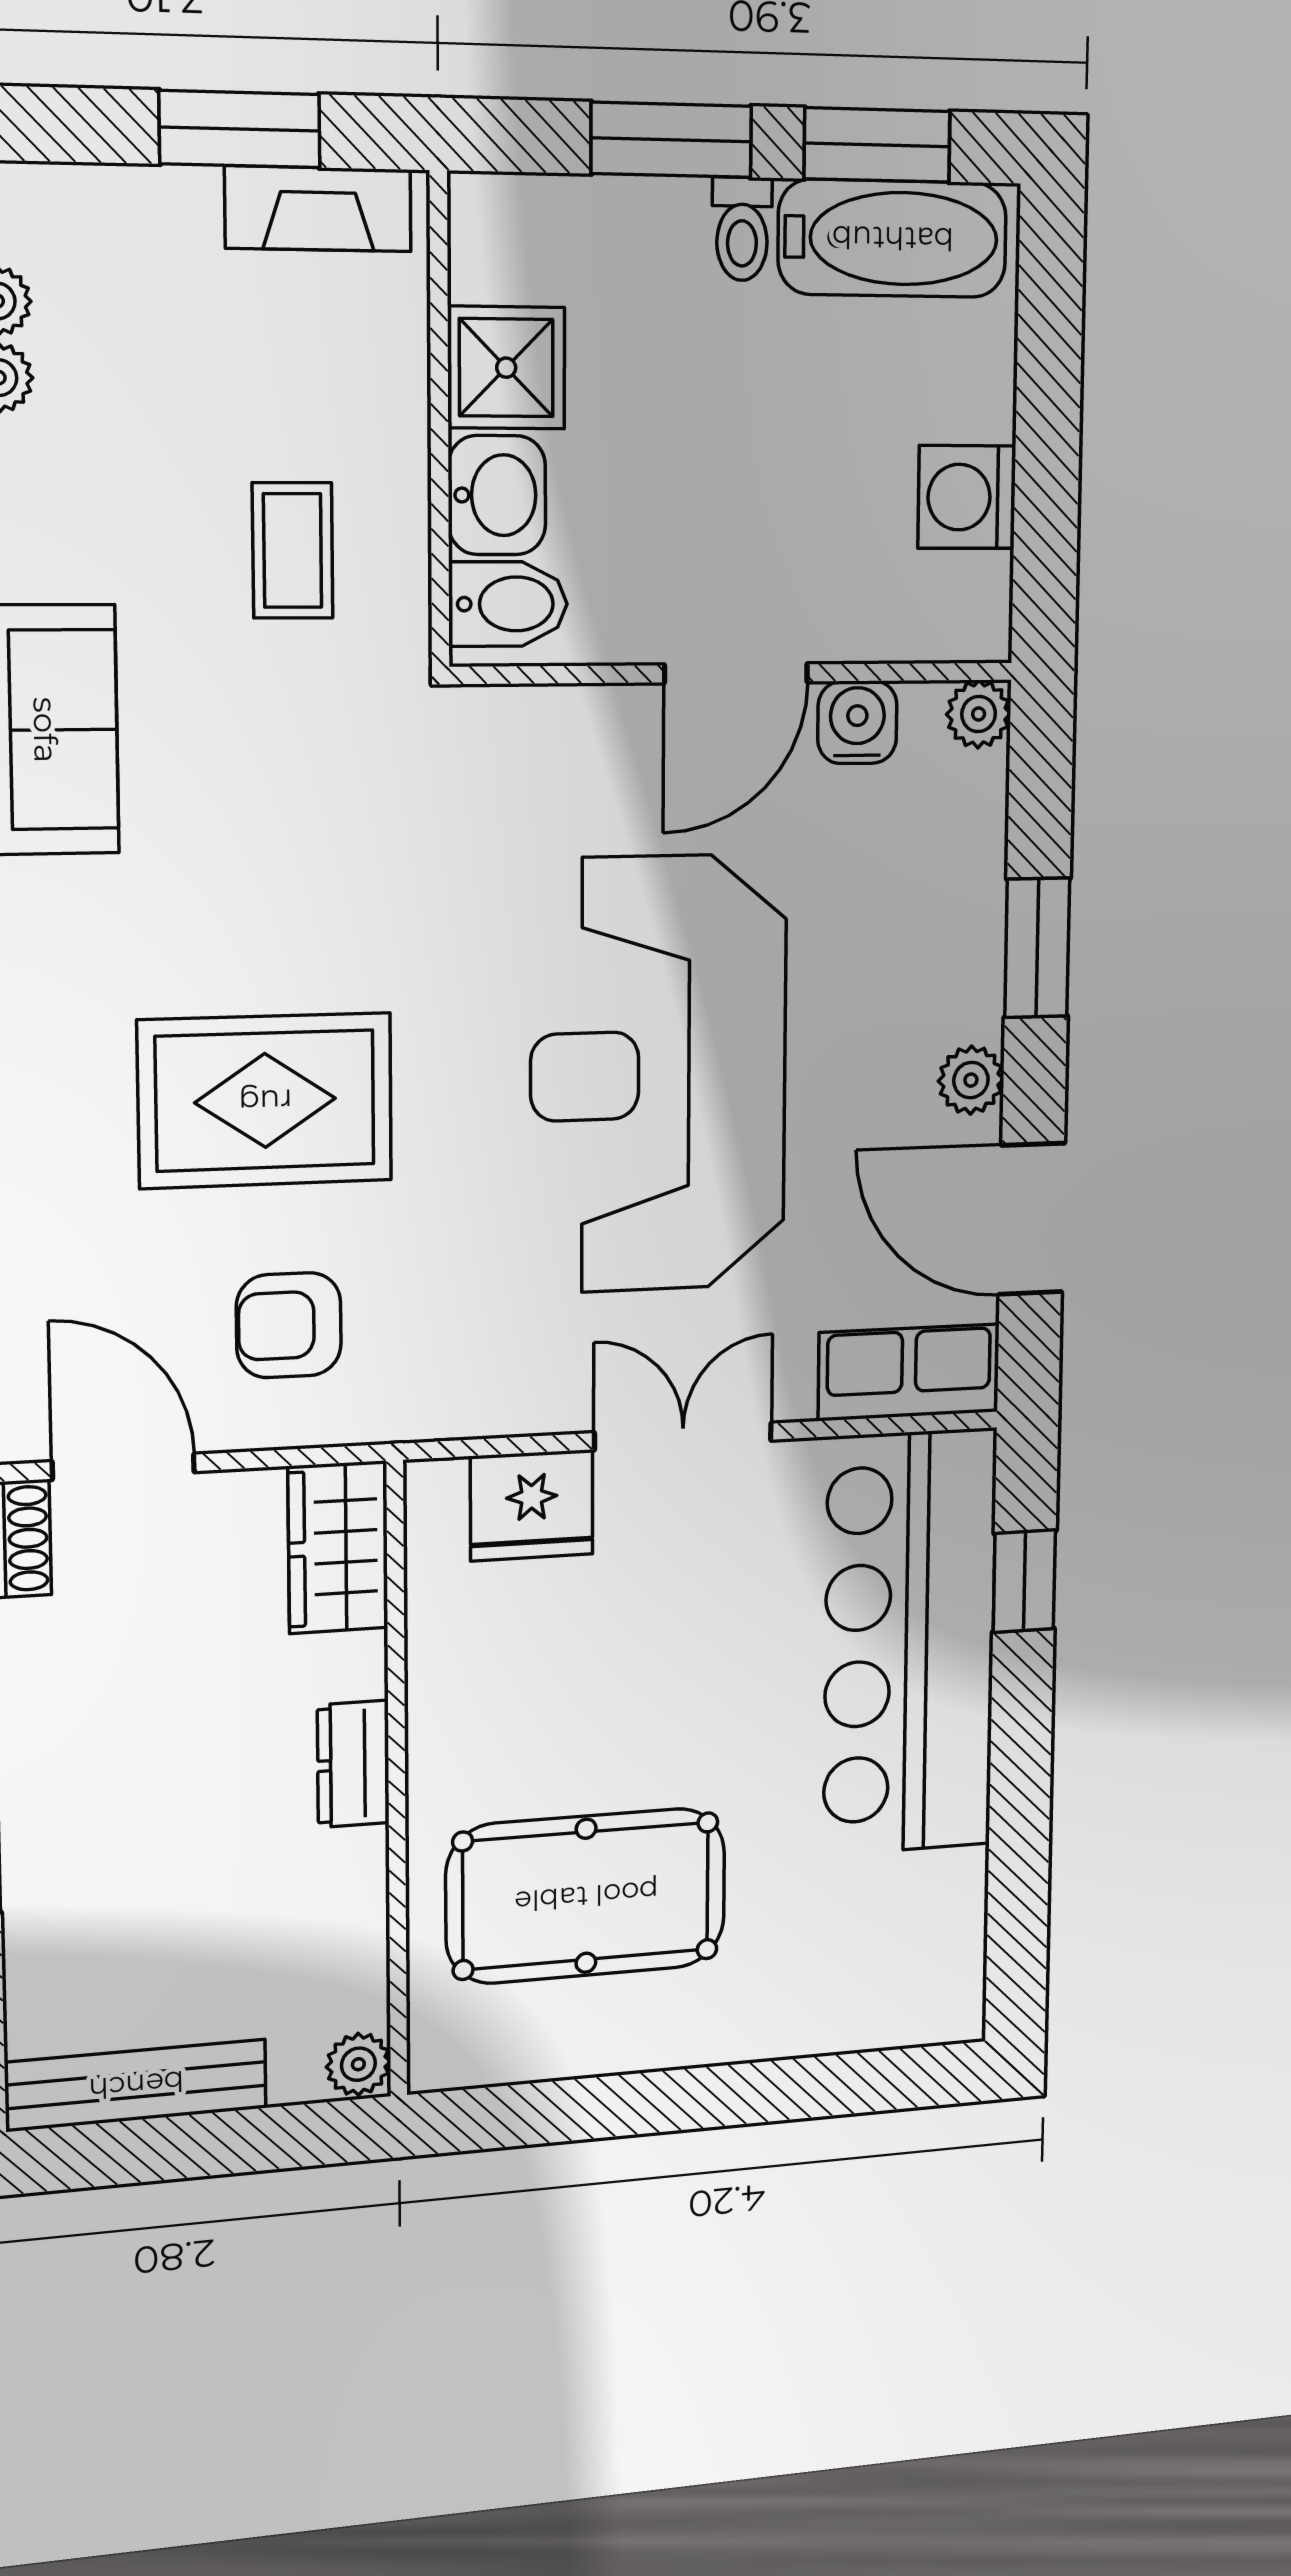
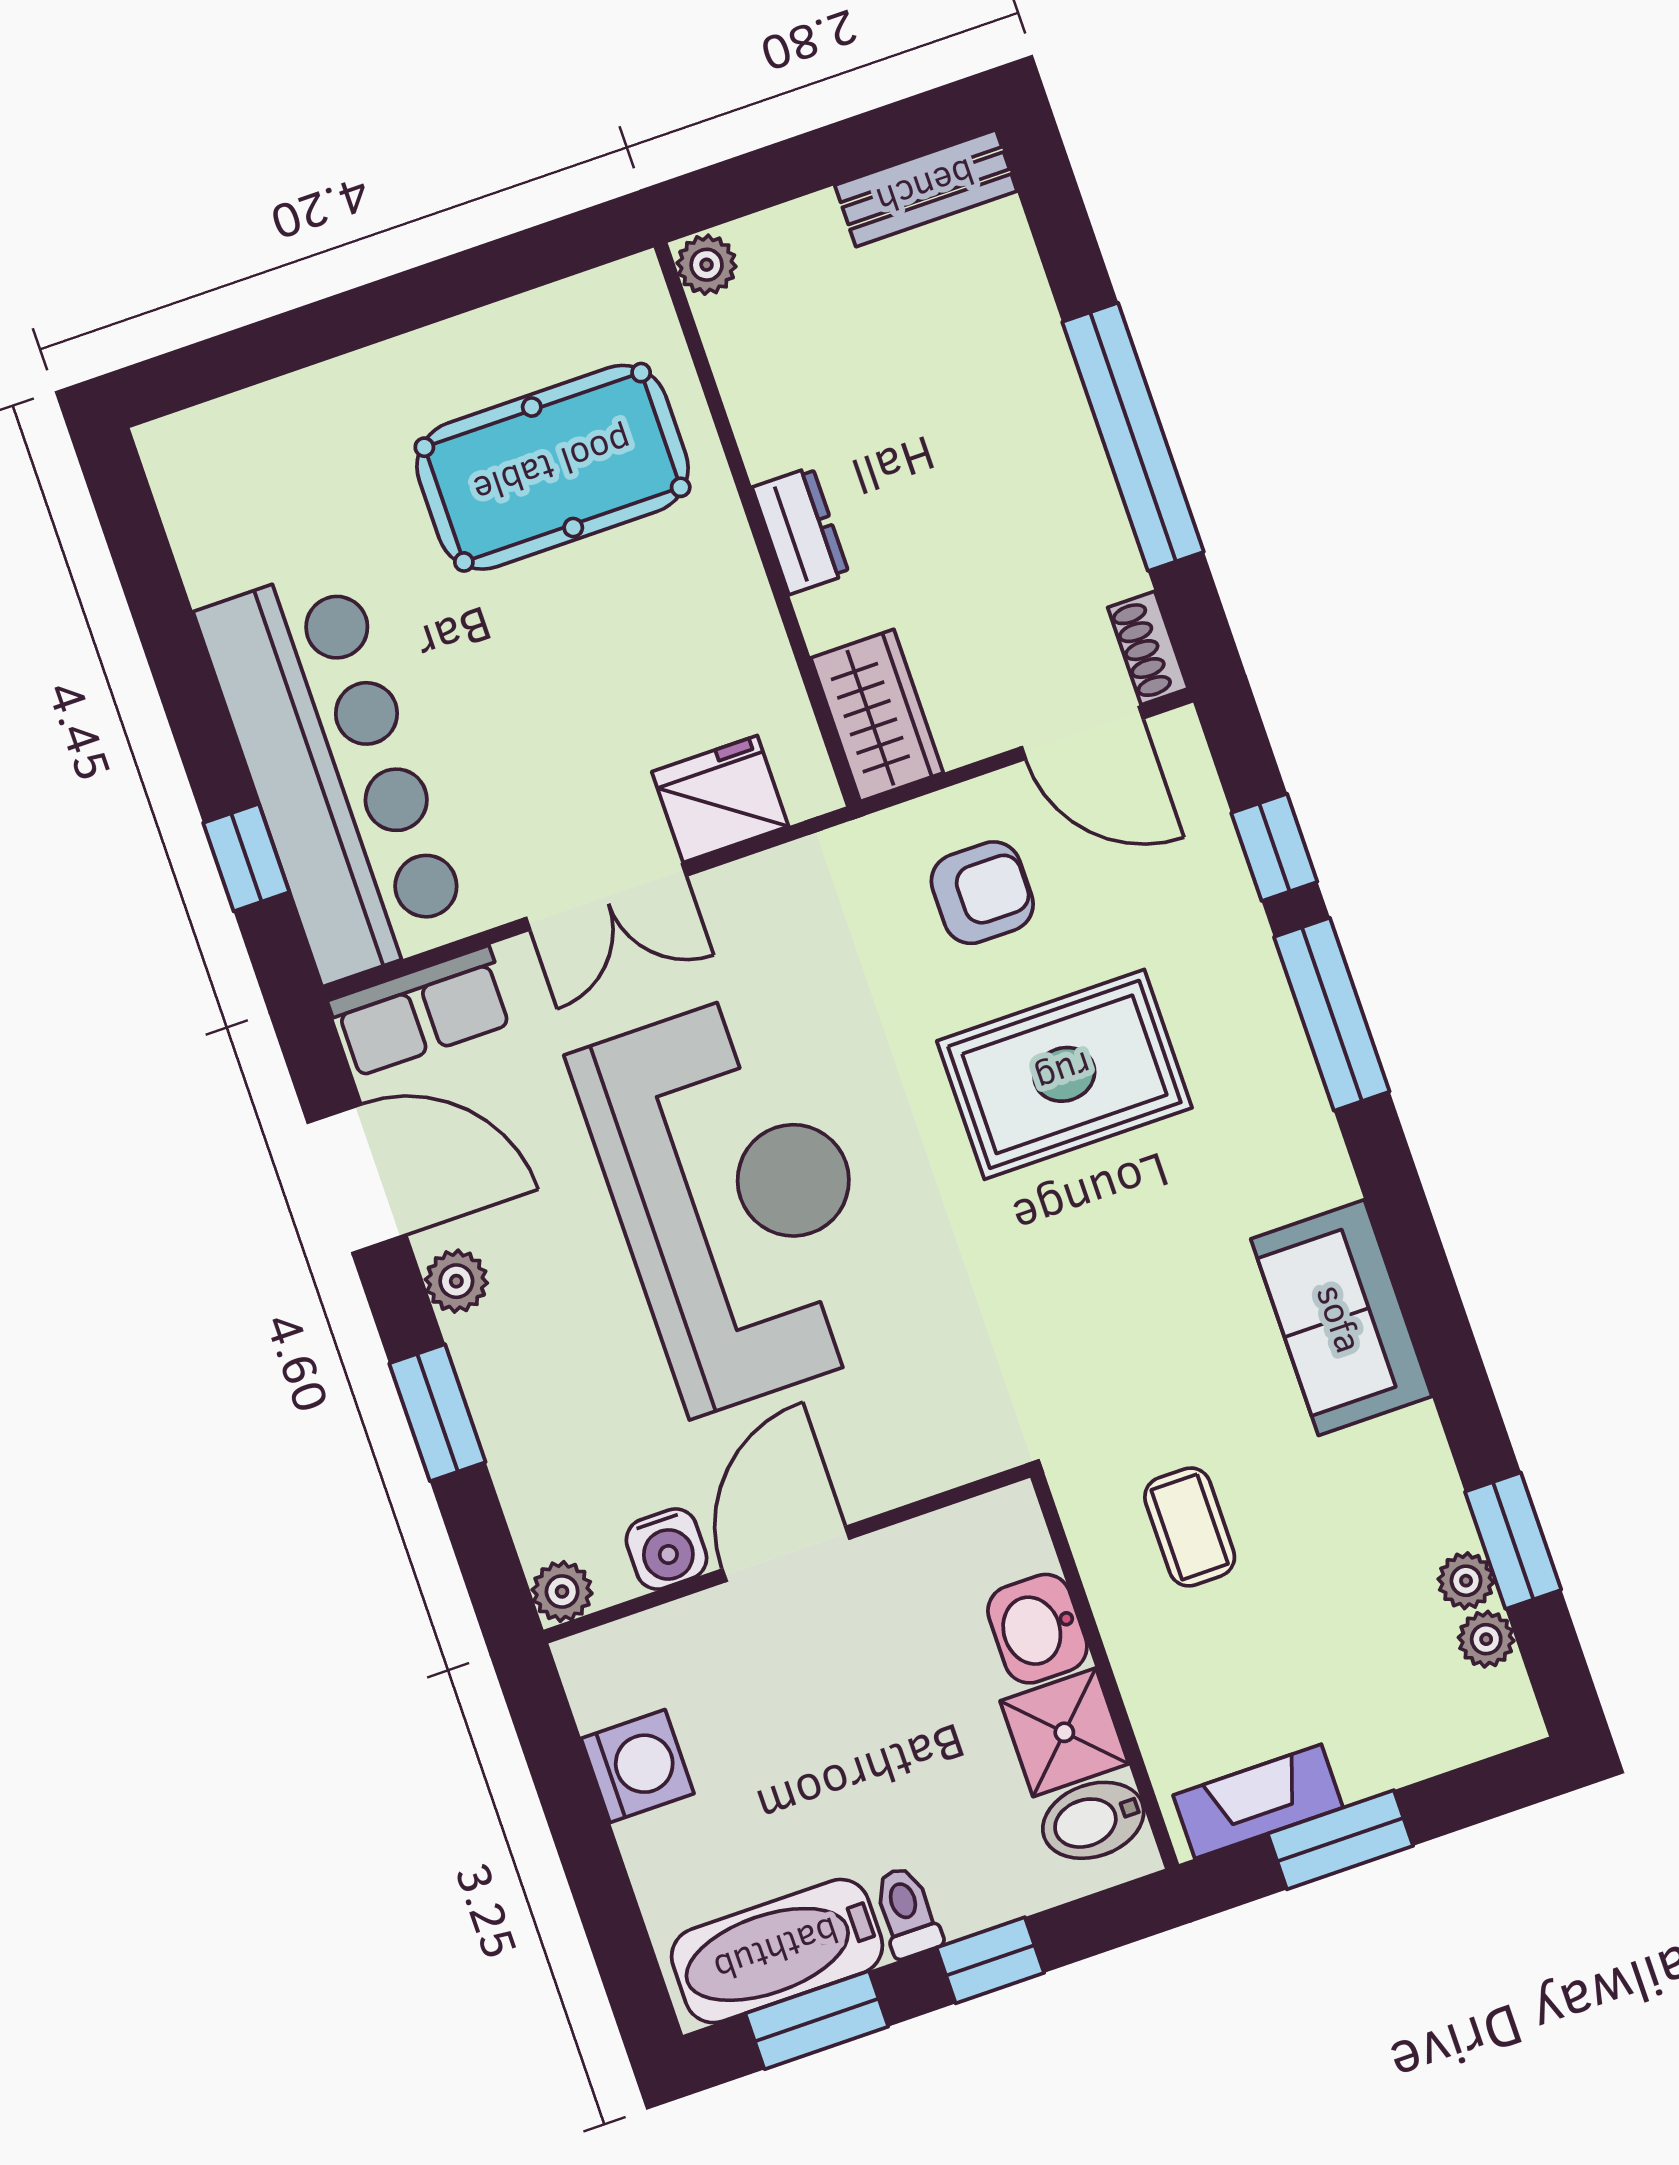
window: (671, 140) -> (990, 1960), width x0.67
bidet: (508, 604) -> (1093, 1820), moved
bench: (136, 2085) -> (926, 188), width x0.73

